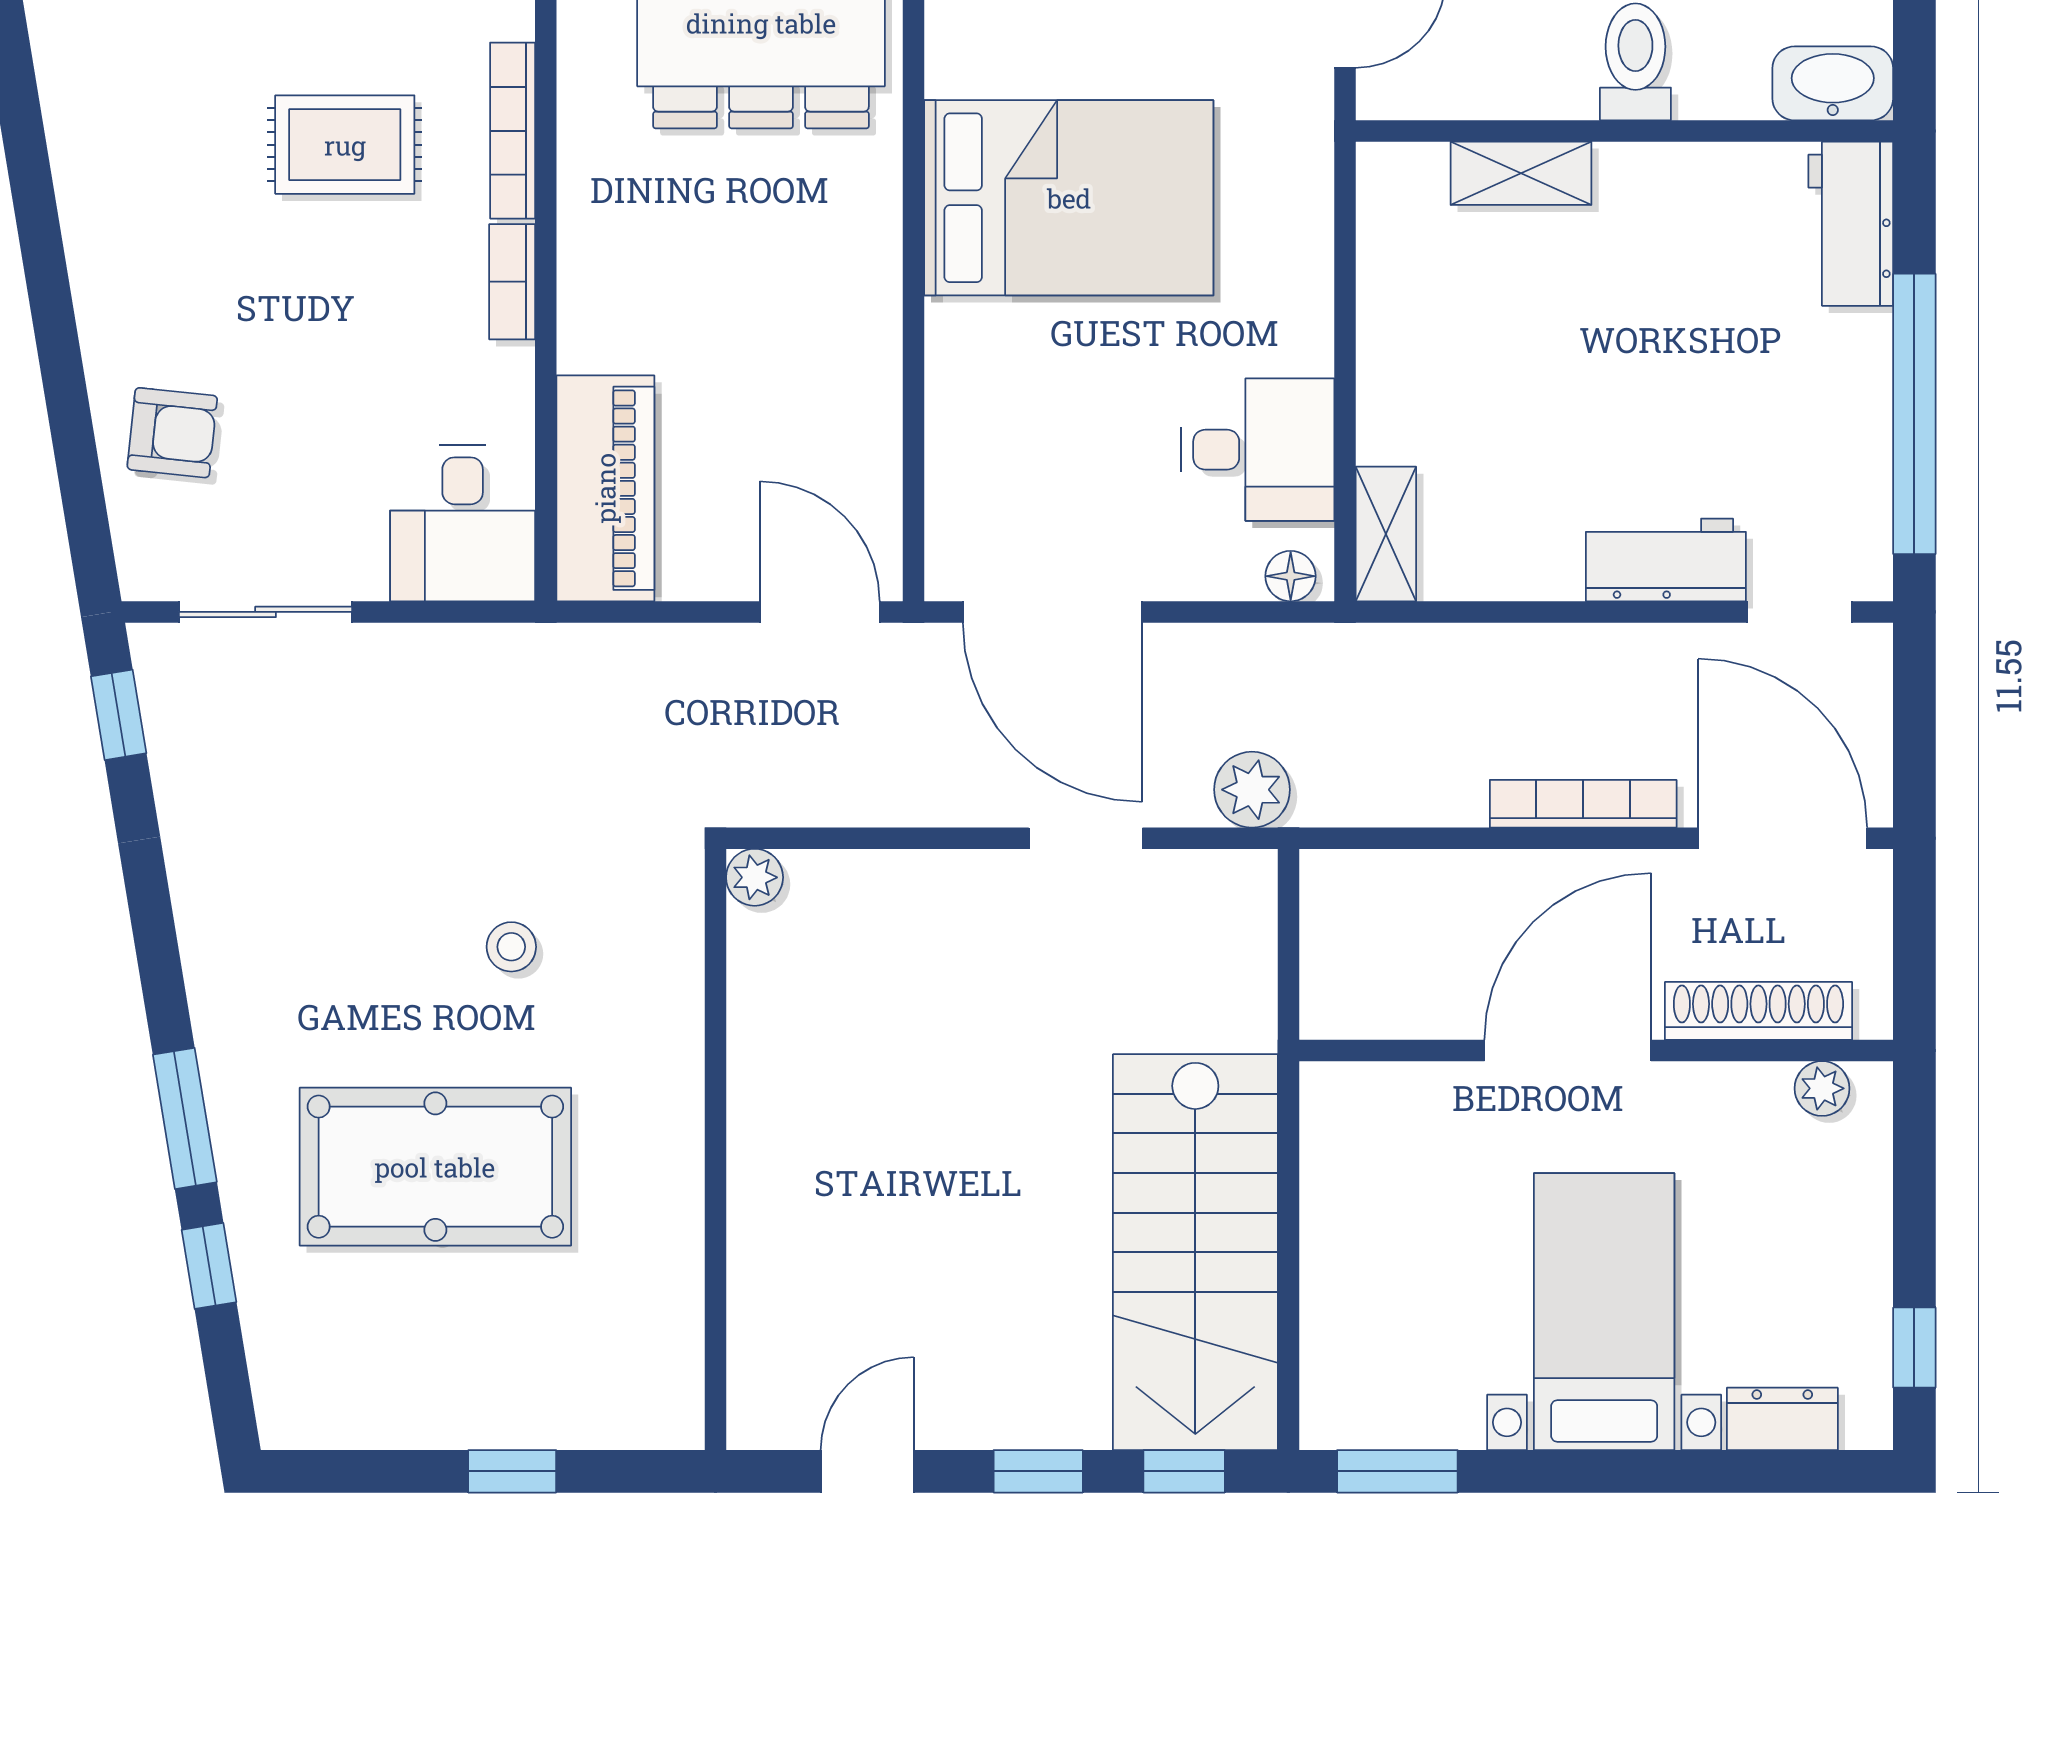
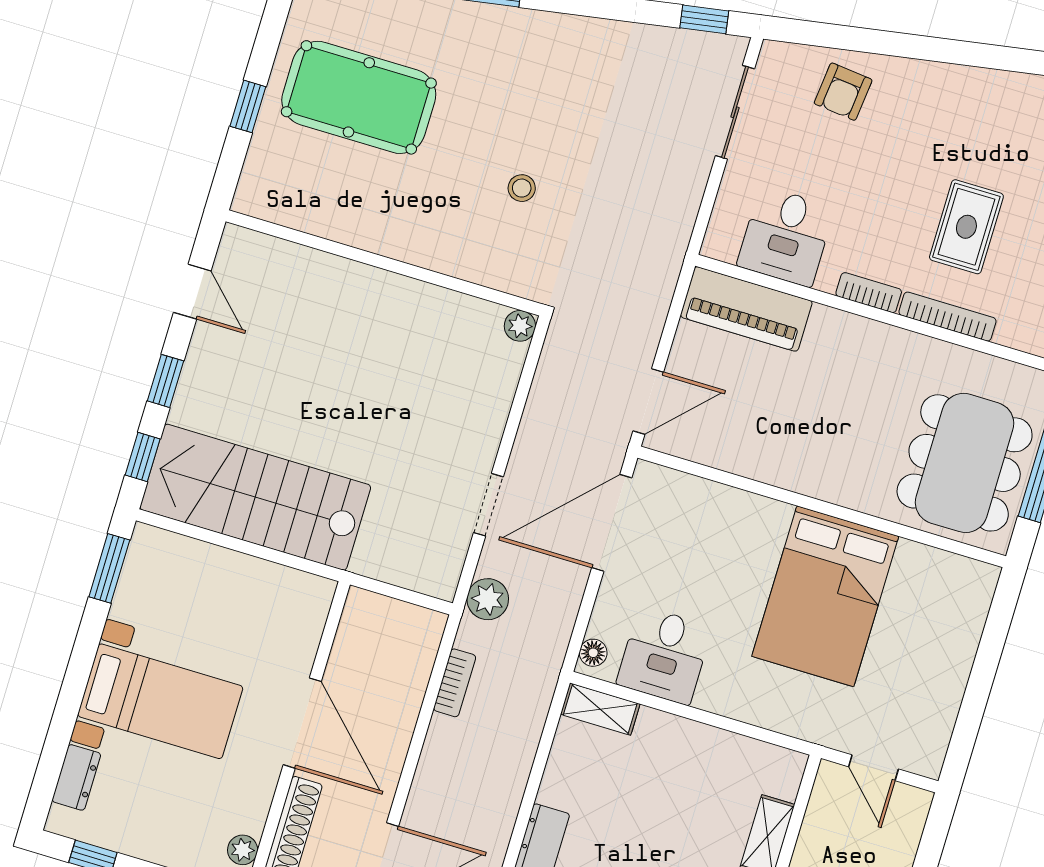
desk: (463, 523) -> (786, 236), moved, turned -90
bookcase: (1583, 804) -> (455, 683), moved, width x0.64
pool table: (435, 1167) -> (359, 97), moved, turned 90

